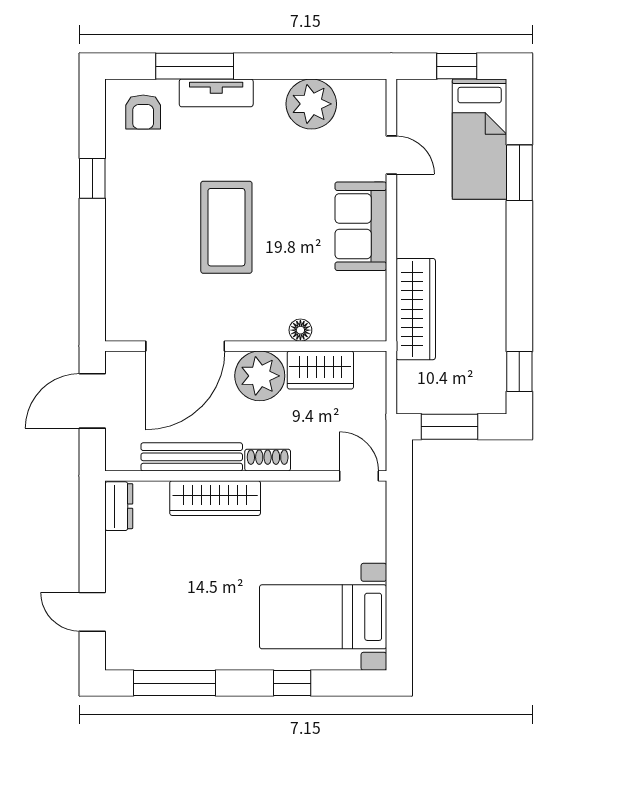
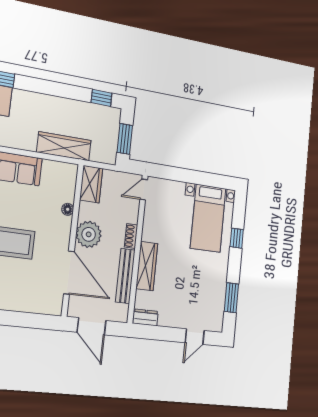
wardrobe: (320, 370) -> (91, 184), moved
window: (174, 683) -> (231, 298), width x0.69

